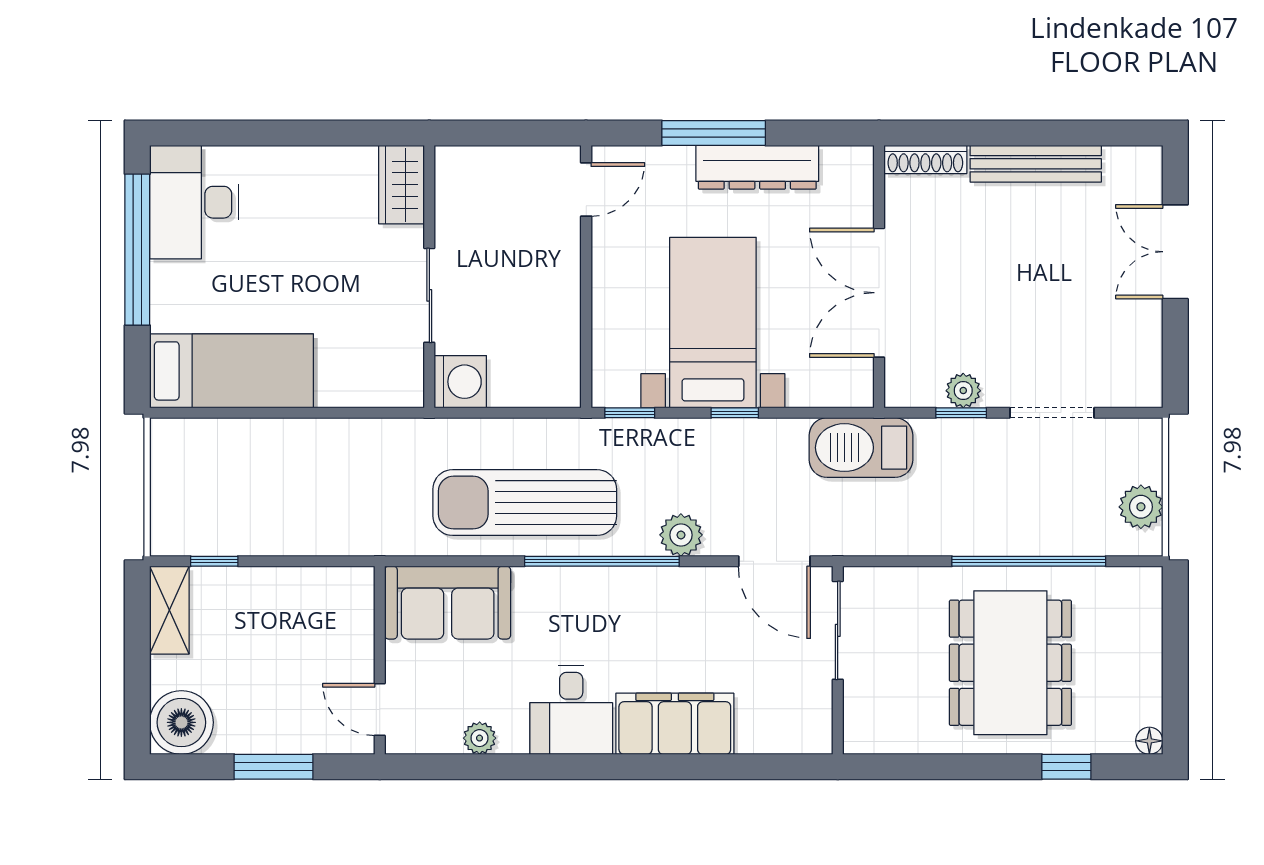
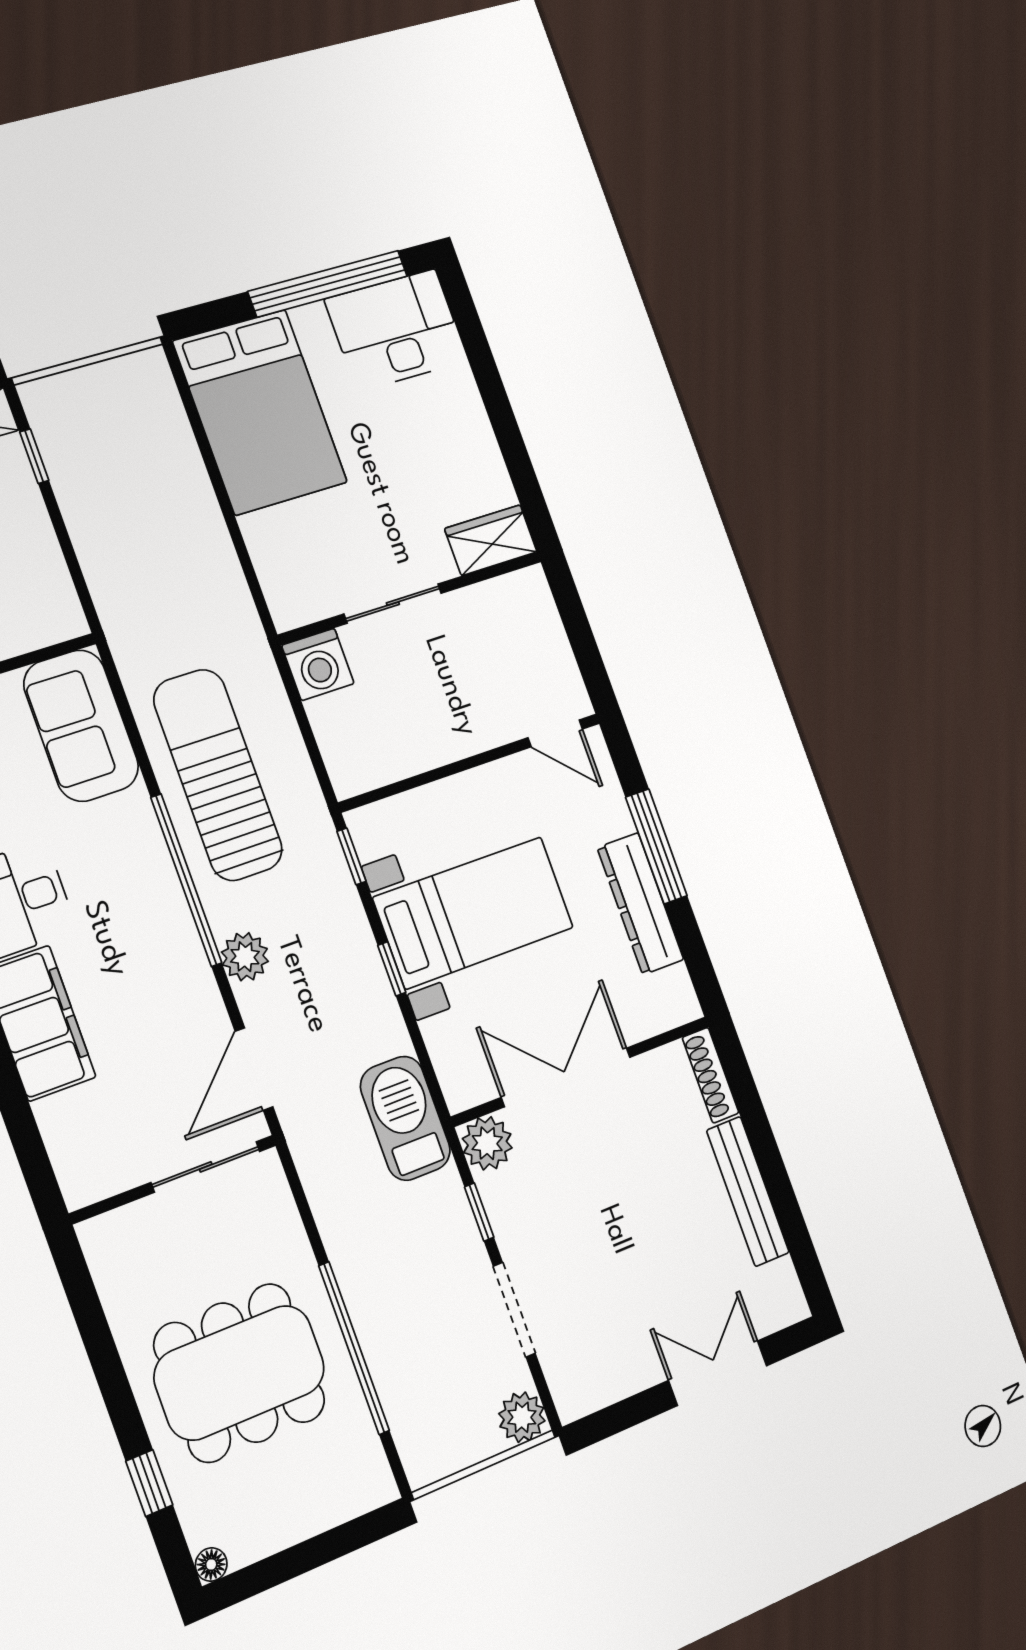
bed: (232, 371) -> (260, 412), width x1.50
plant: (963, 391) -> (487, 1143), moved, width x1.38, depth x1.38
plant: (1141, 507) -> (522, 1417), moved

